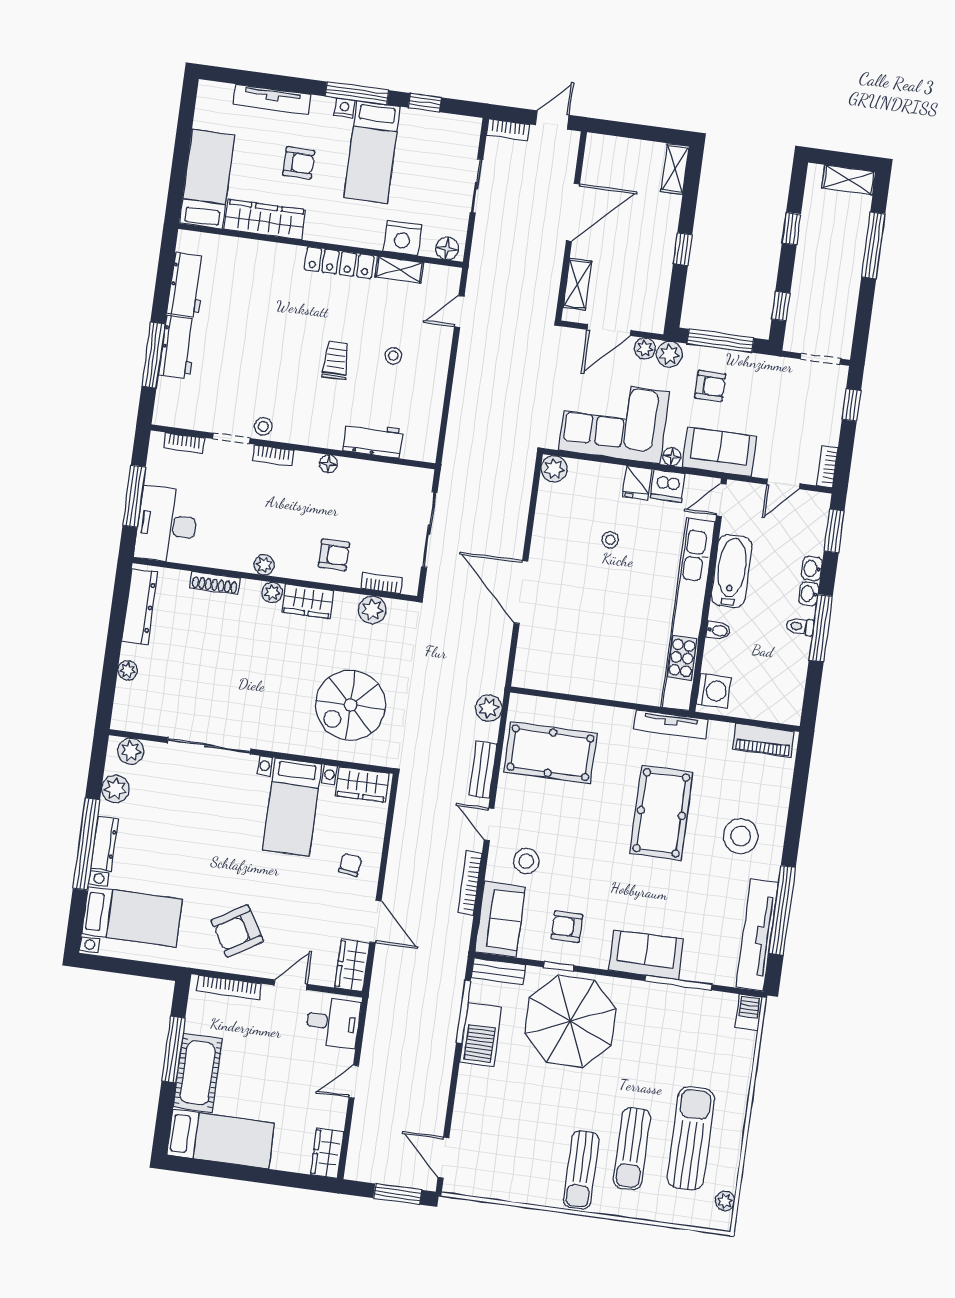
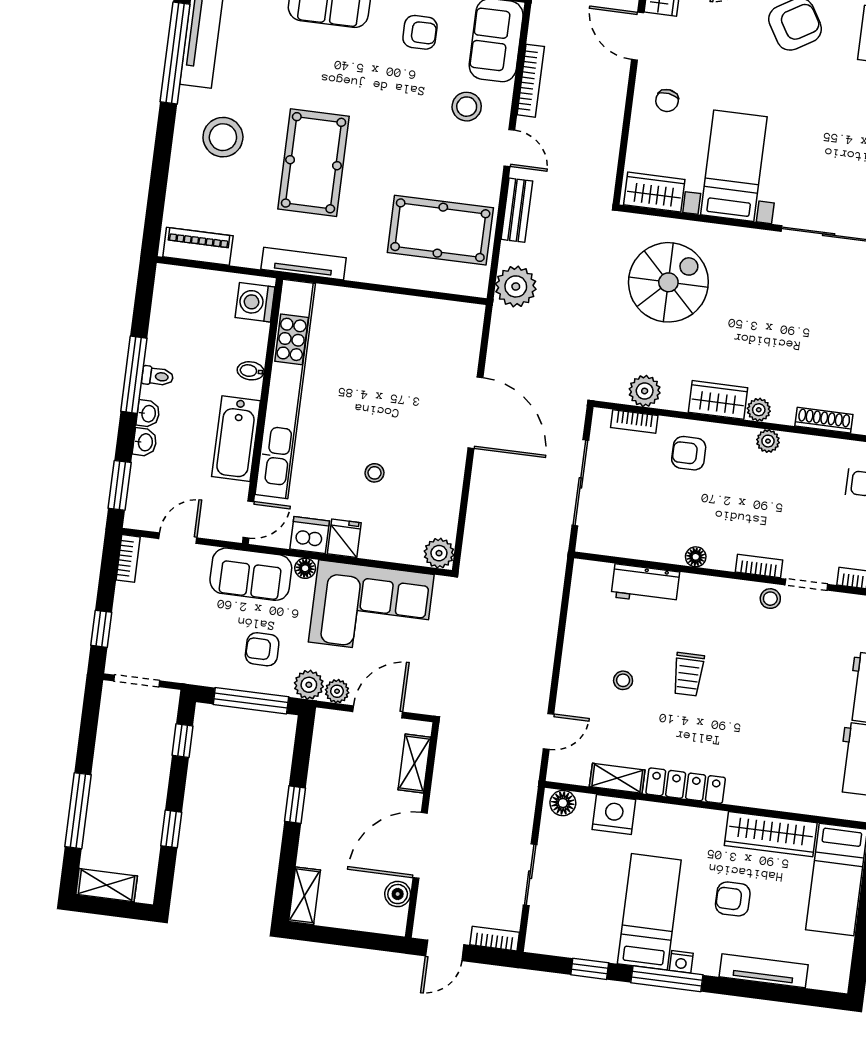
boiler: (593, 170) -> (398, 894), added
plant: (489, 708) -> (516, 286), width x1.36, depth x1.36

